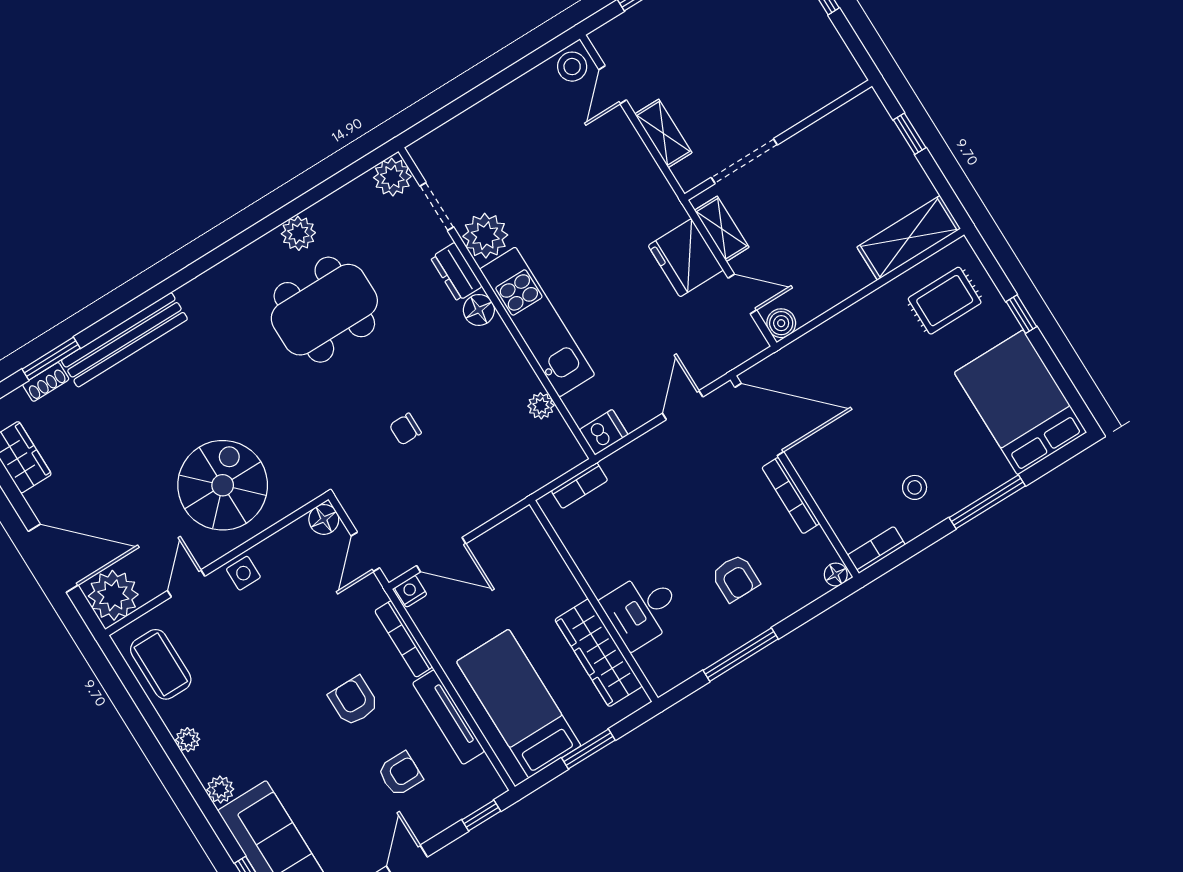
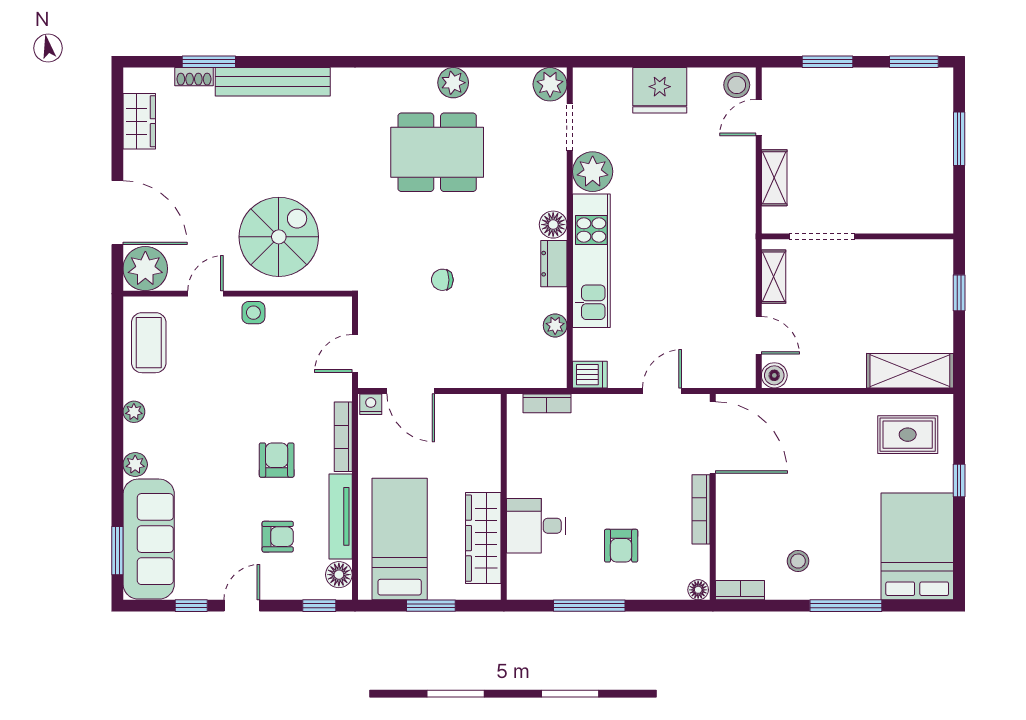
fridge: (686, 258) -> (660, 90), moved, turned -90
dresser: (456, 272) -> (554, 264), moved
floor lamp: (324, 519) -> (339, 575), moved

